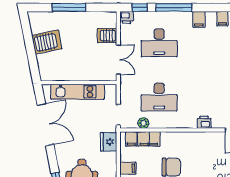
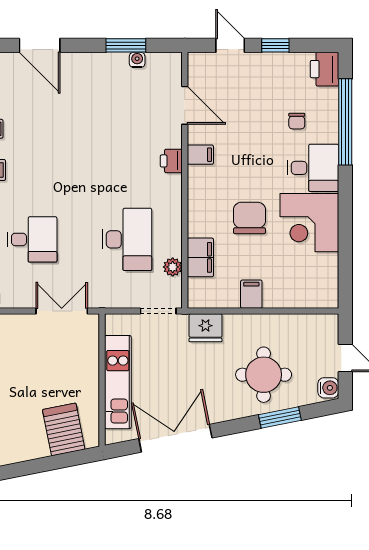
server rack: (107, 36) -> (20, 331), removed
server rack: (47, 42) -> (64, 429), moved
desk: (159, 43) -> (32, 239), width x0.73
filing cabinet: (131, 139) -> (200, 155), moved

